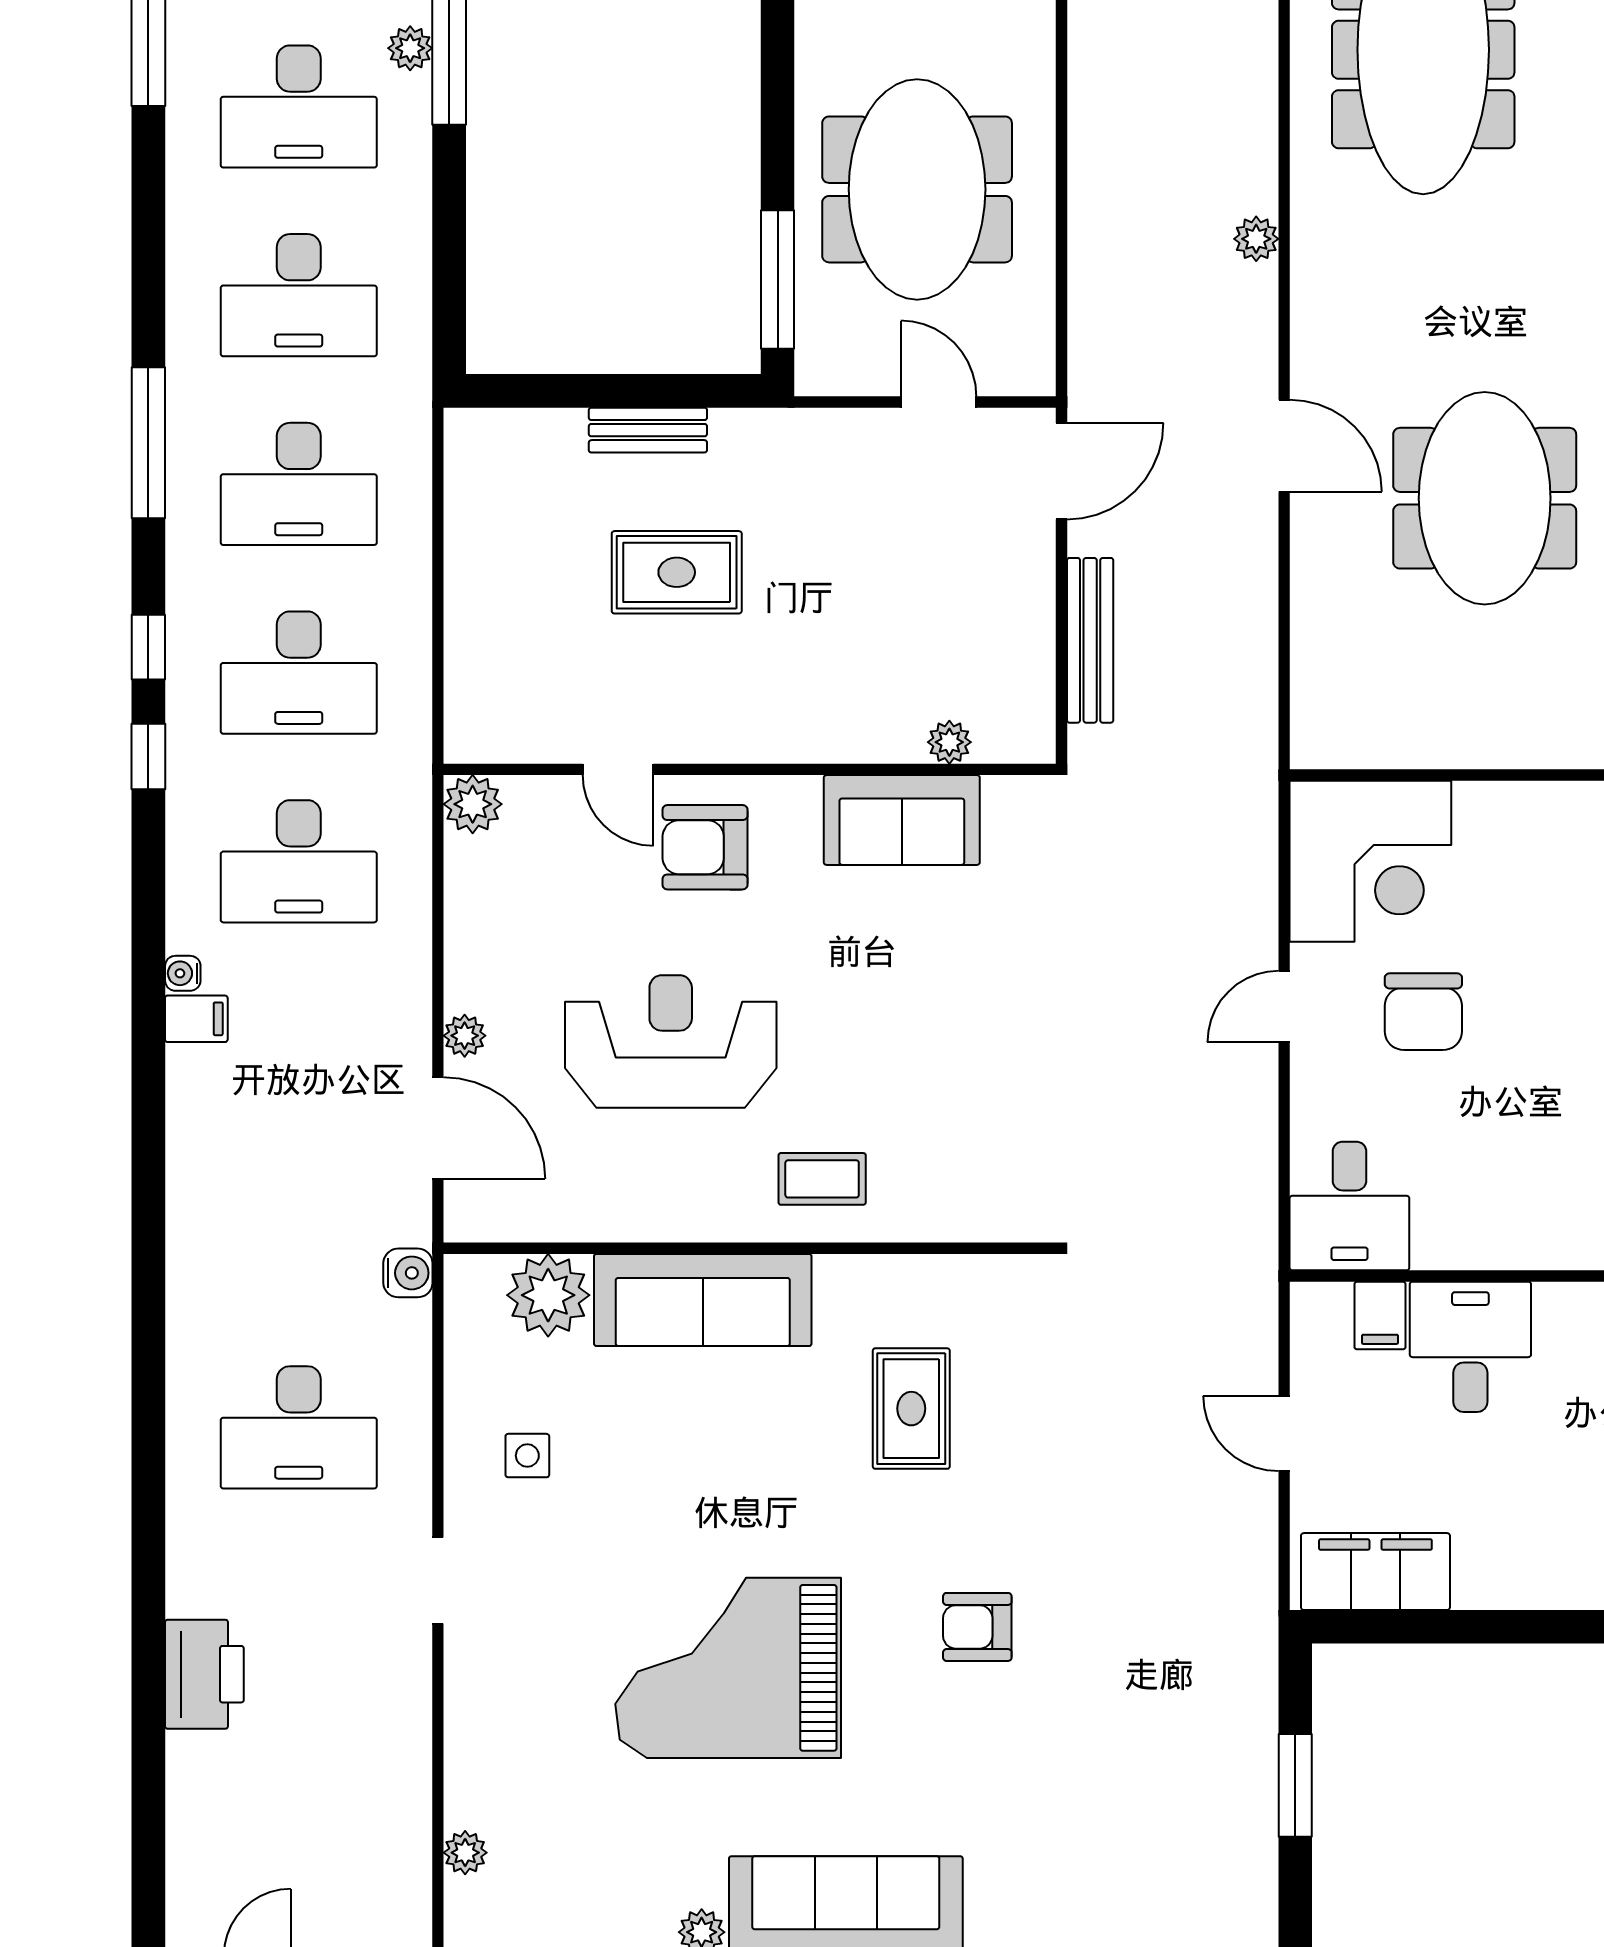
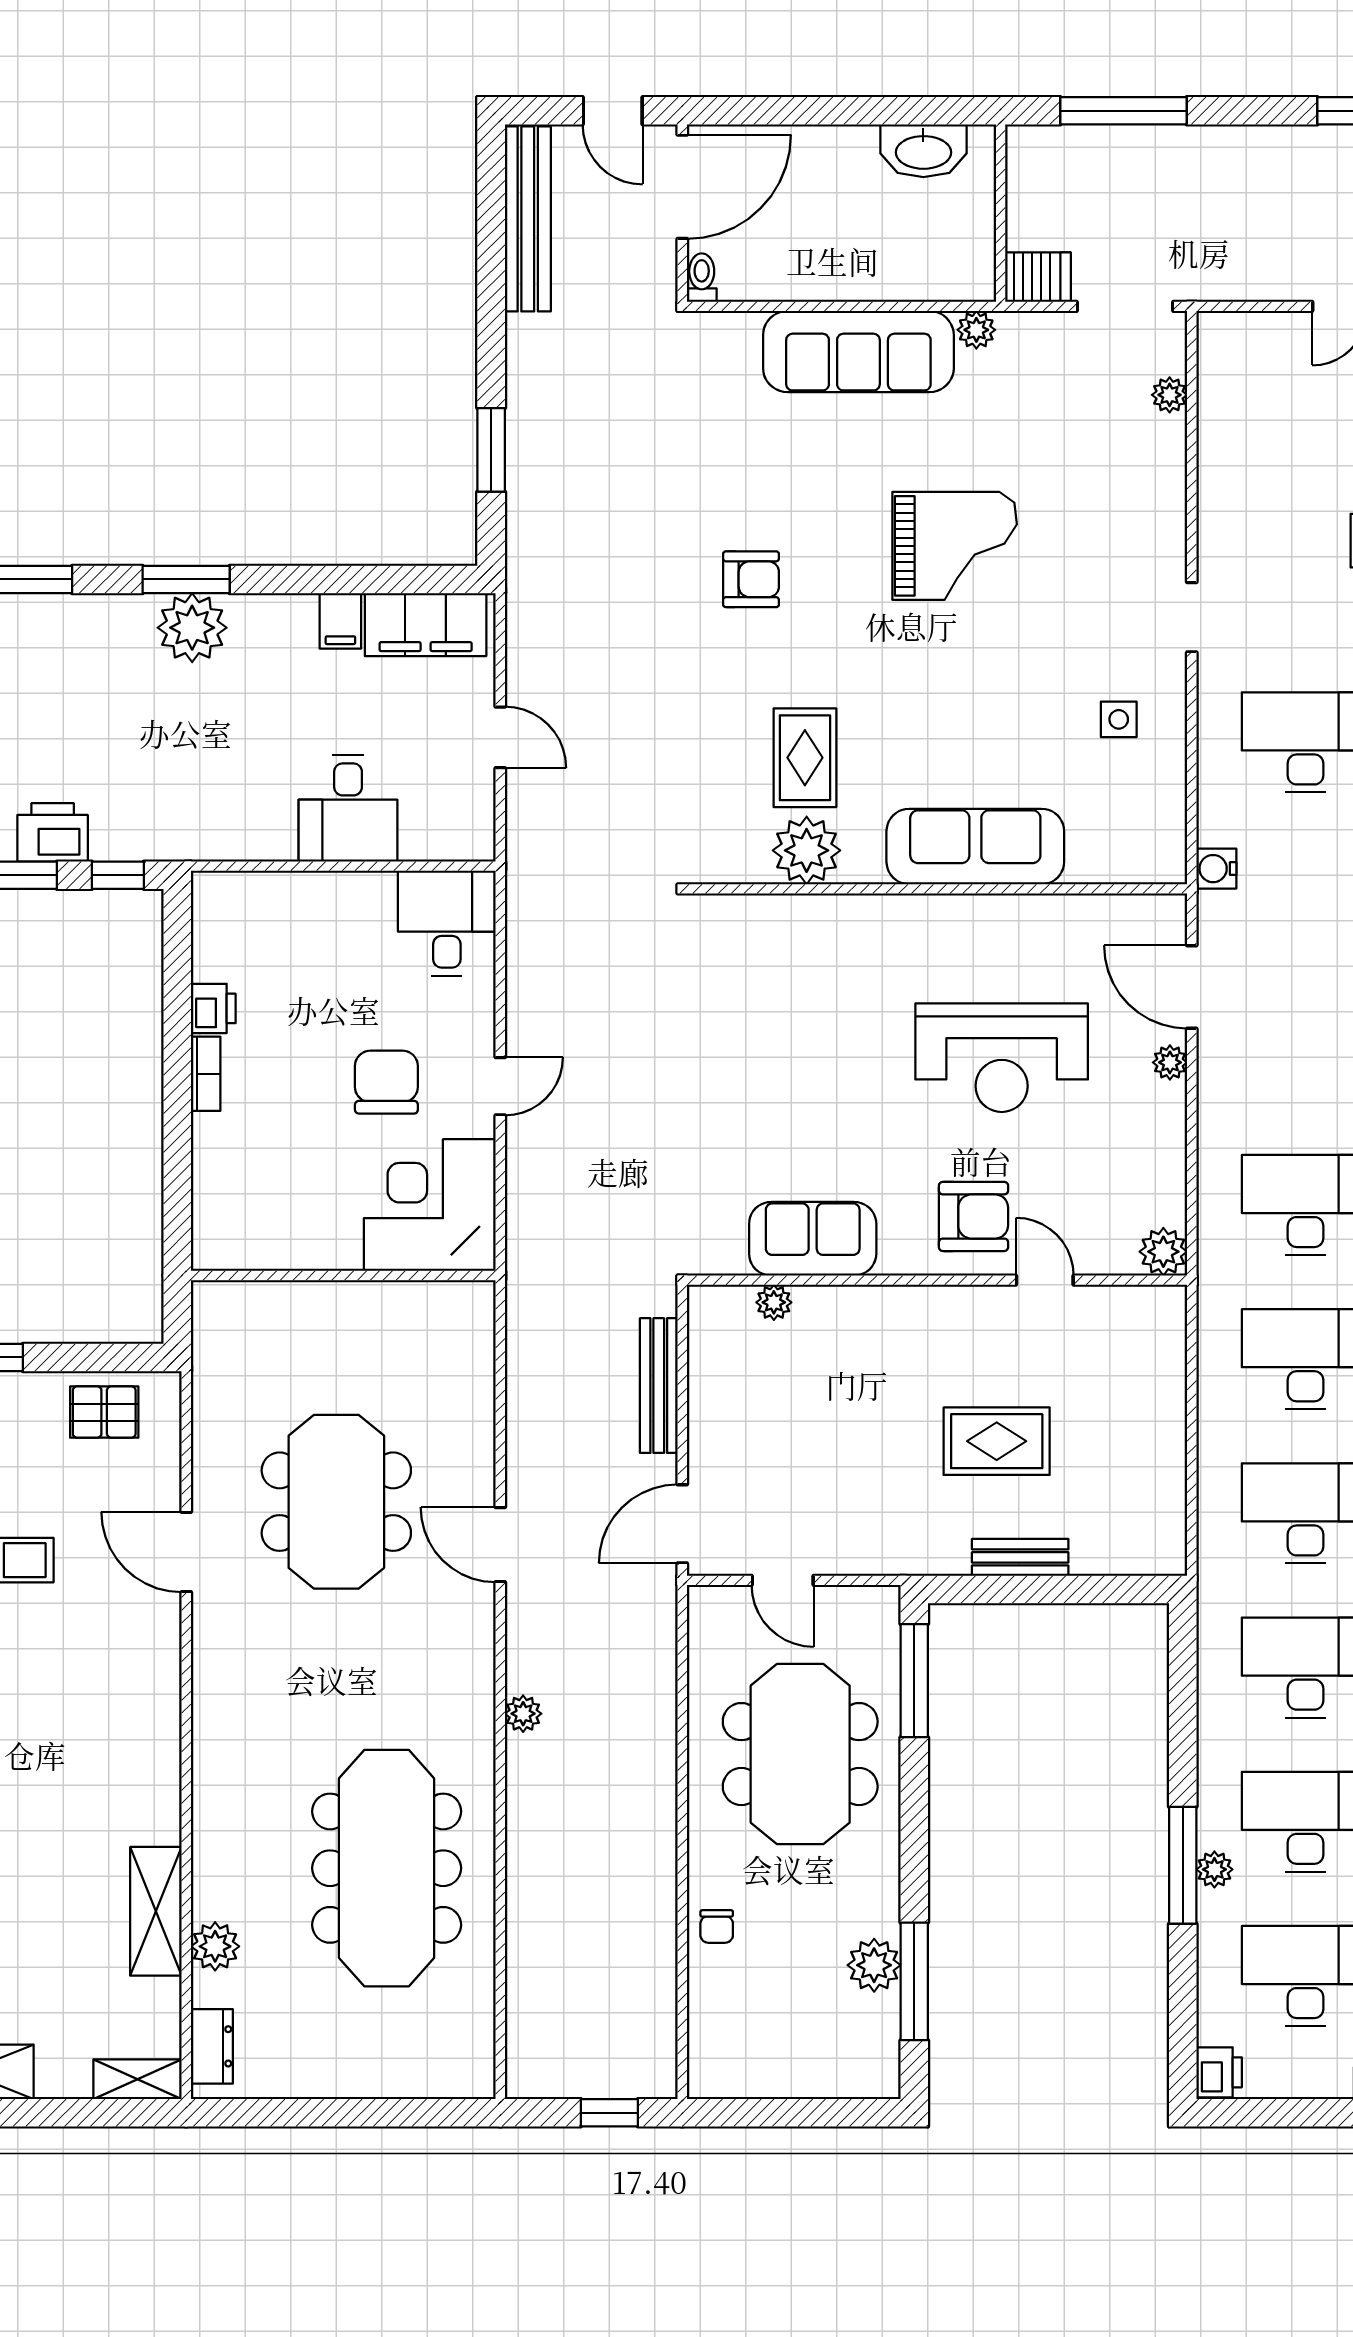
coffee table: (822, 1179) -> (878, 945), removed
plant: (548, 1295) -> (807, 850), moved
filing cabinet: (1380, 1316) -> (340, 621), moved, turned 180
grand piano: (728, 1668) -> (955, 546), width x0.73, depth x0.68

